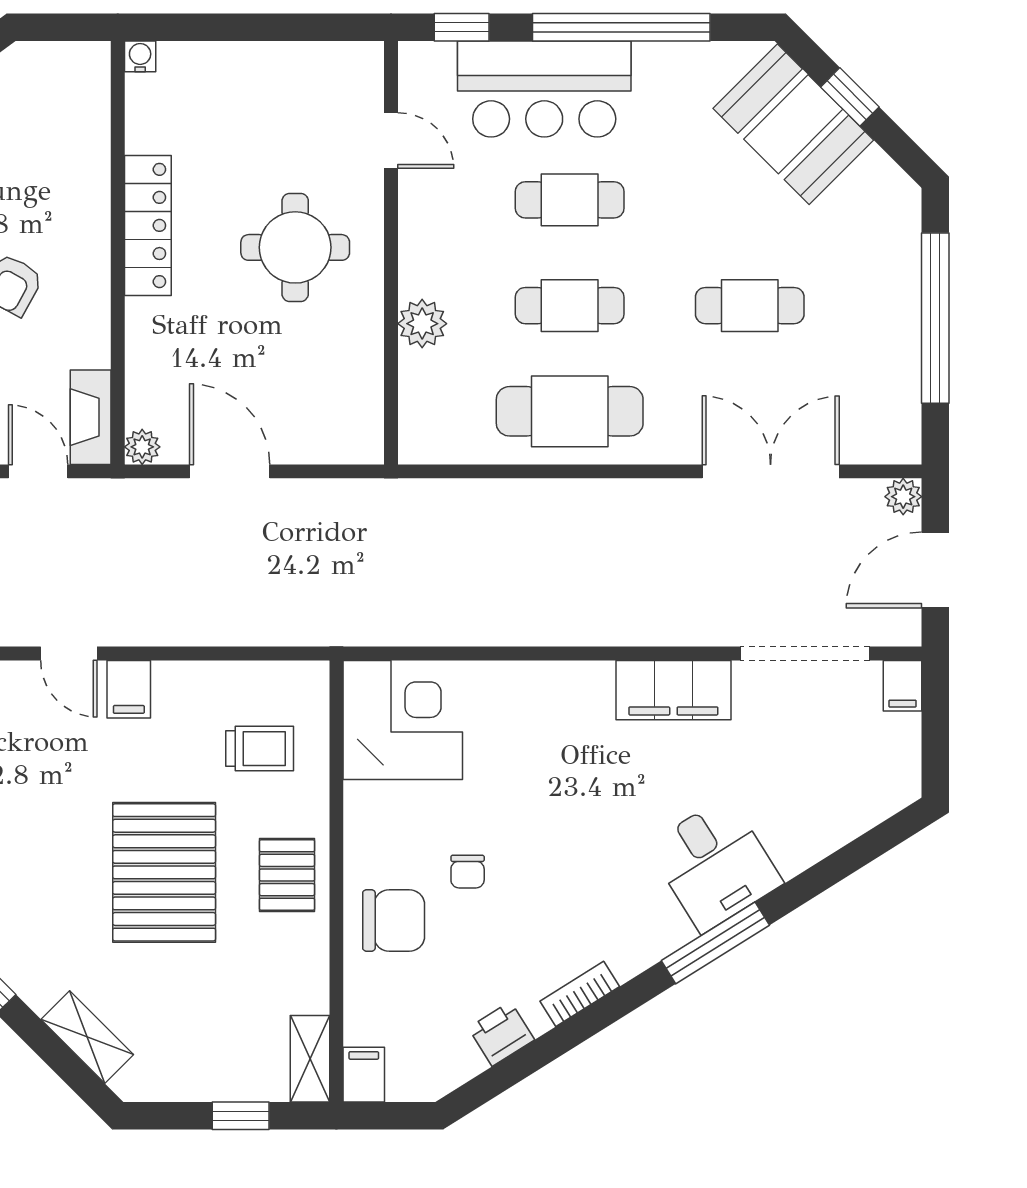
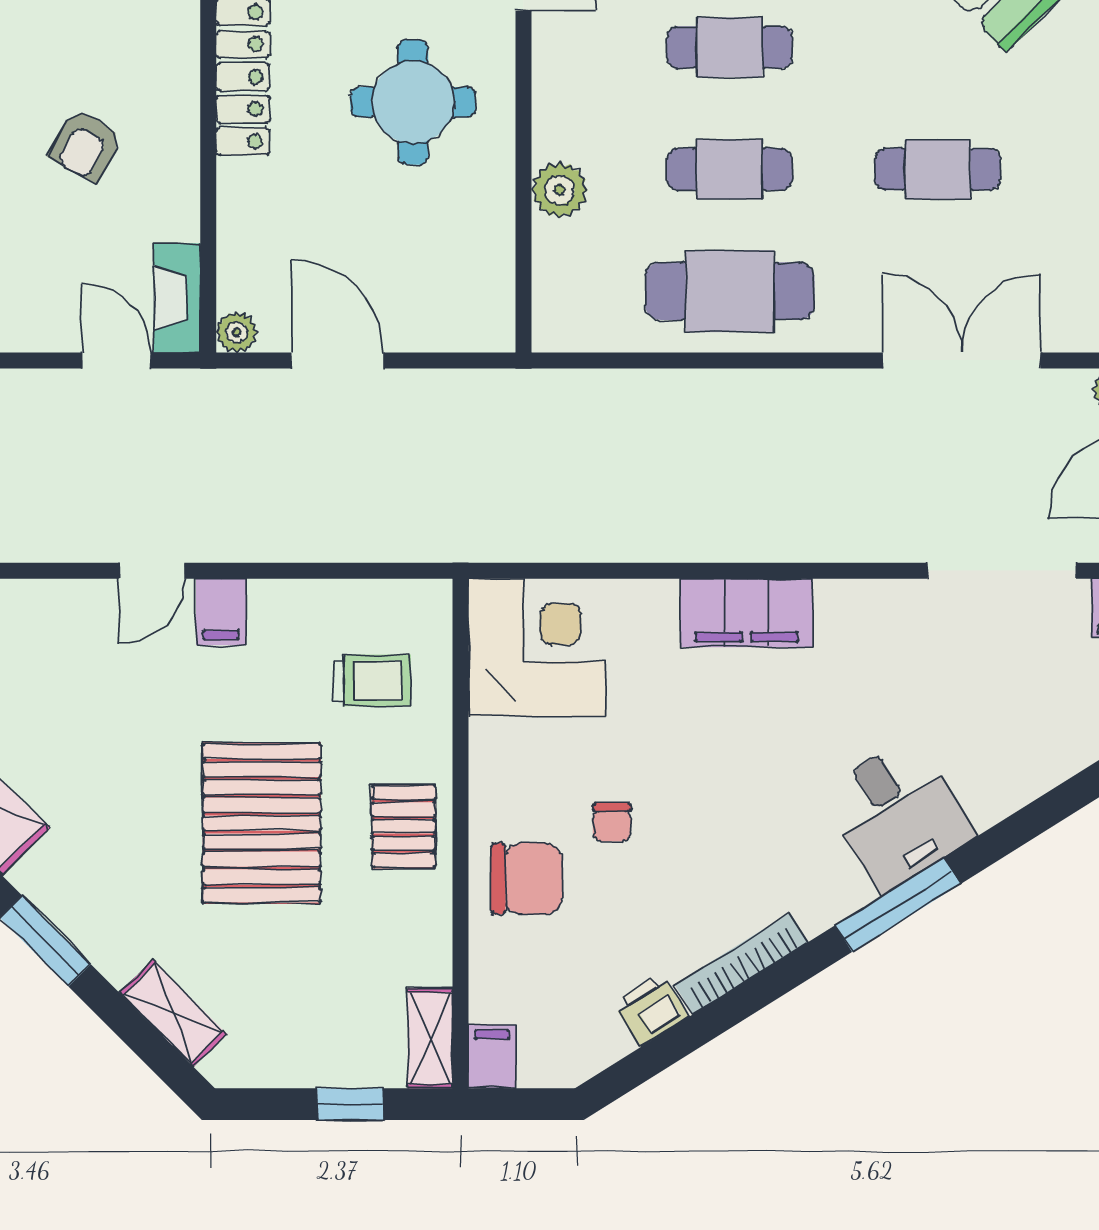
door: (69, 654) -> (152, 571), hinge flipped
filing cabinet: (673, 690) -> (746, 613), moved
bookcase: (580, 994) -> (741, 963), width x1.56

